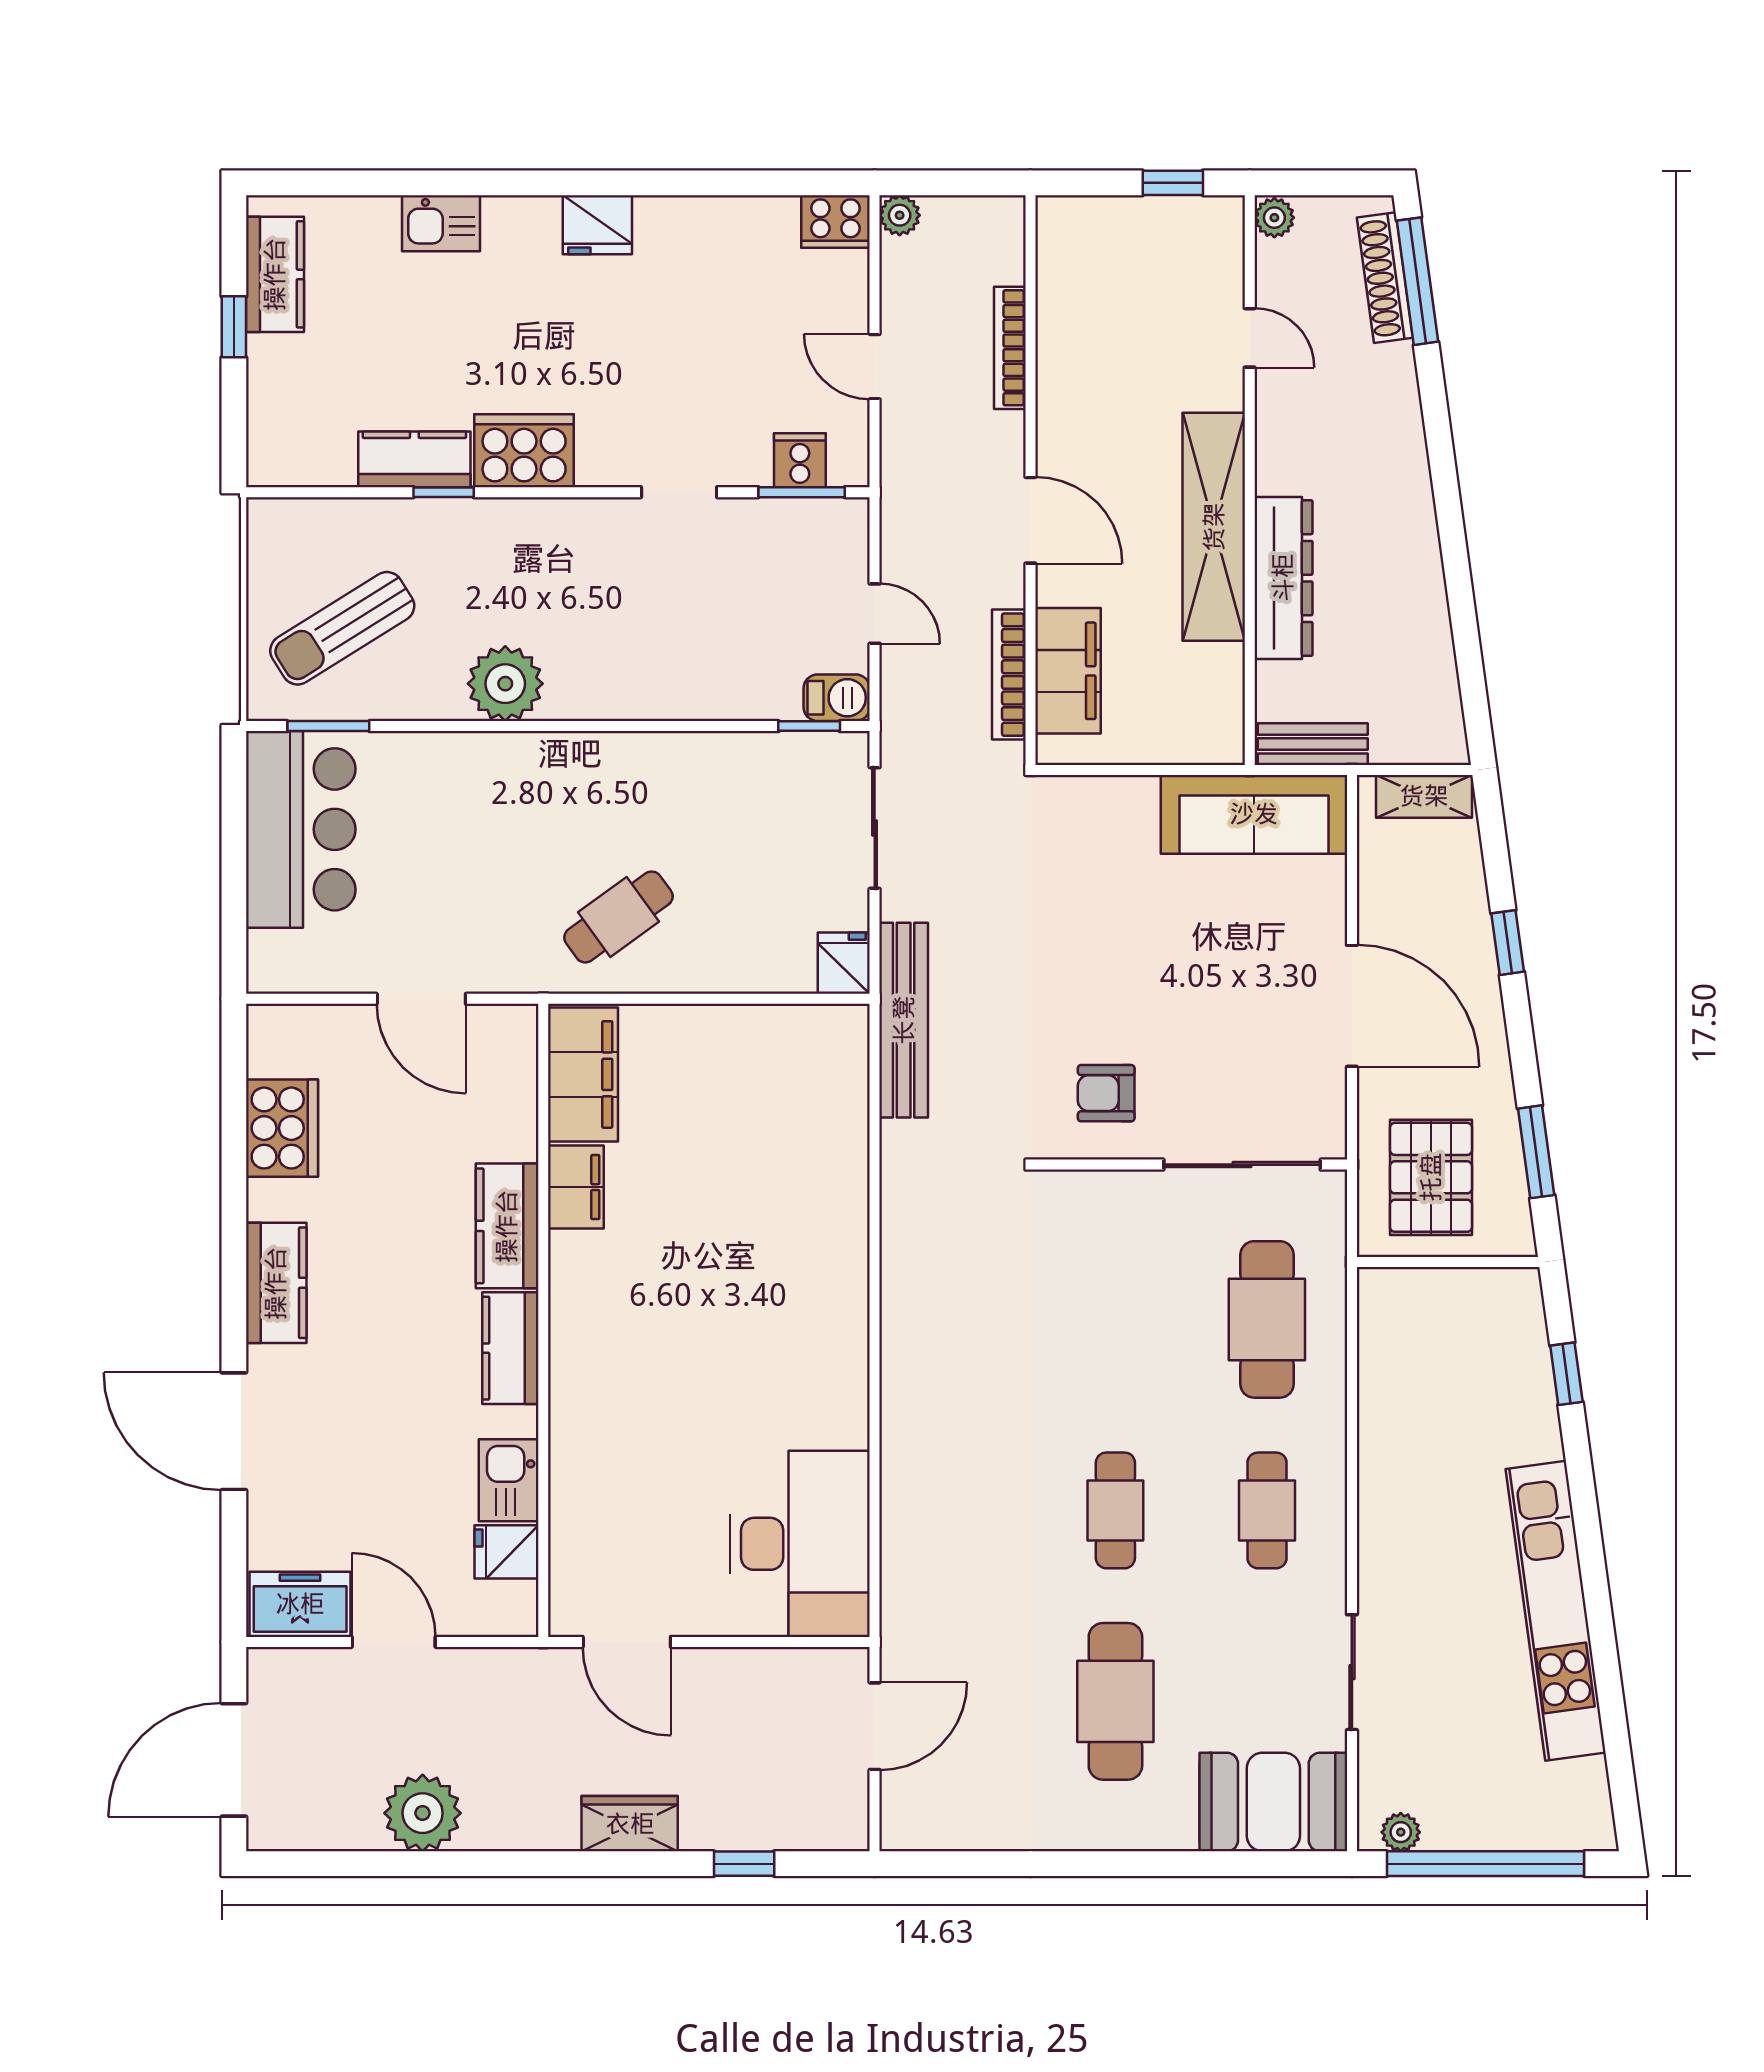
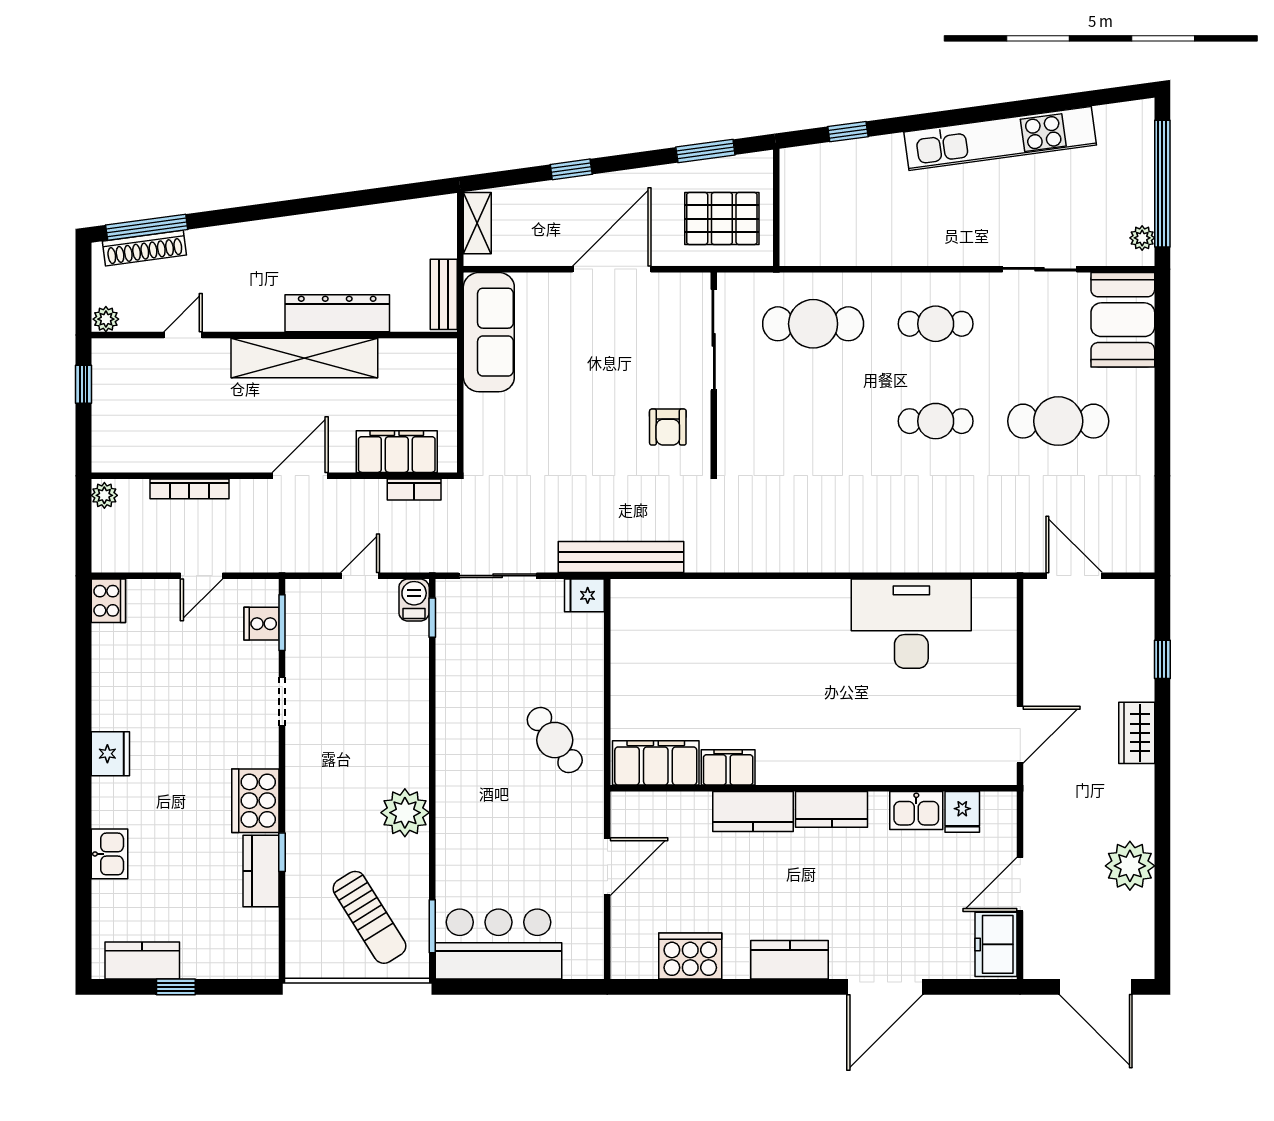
plant: (900, 215) -> (104, 495), moved
bookcase: (1009, 675) -> (414, 489), width x0.64
desk: (800, 1544) -> (911, 624), moved

